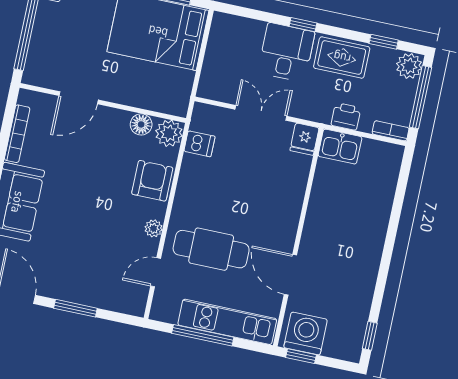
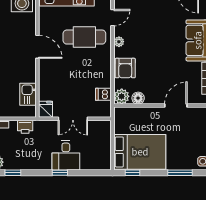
rug: (342, 57) -> (34, 159), removed
kitchen sink: (340, 147) -> (28, 94), moved, turned -90
door: (290, 275) -> (37, 47), moved

